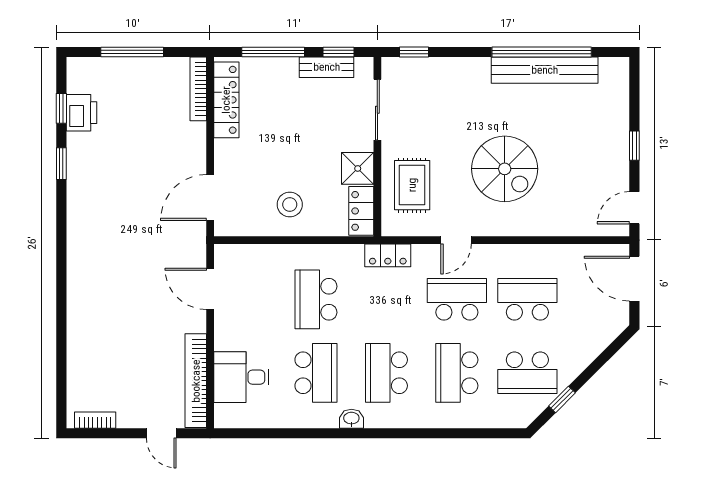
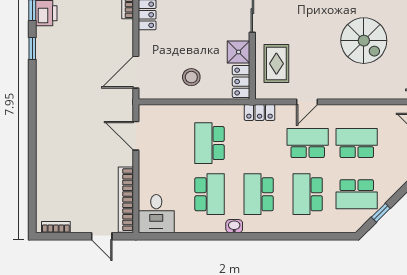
spiral stairs: (505, 169) -> (364, 41), moved
desk: (241, 377) -> (156, 214), moved, turned -90

